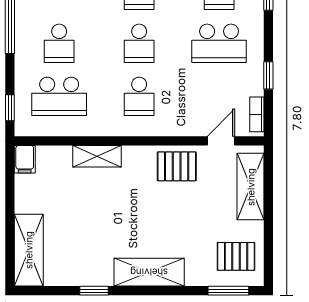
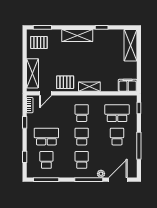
shelving: (97, 156) -> (89, 87), moved
filing cabinet: (25, 159) -> (128, 85), width x2.00

